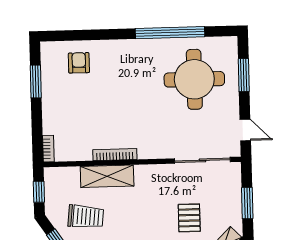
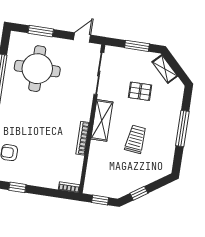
window: (36, 81) -> (17, 187), width x0.67
shelving: (107, 176) -> (102, 120), moved
trolley: (86, 217) -> (136, 139), moved

